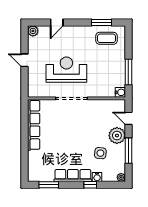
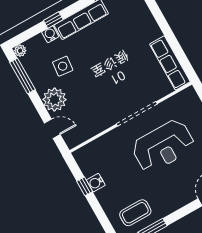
window: (128, 72) -> (85, 186), width x0.46
water cooler: (120, 92) -> (96, 183), moved
row of seats: (34, 125) -> (170, 63), width x0.73
window: (128, 151) -> (23, 76), moved

